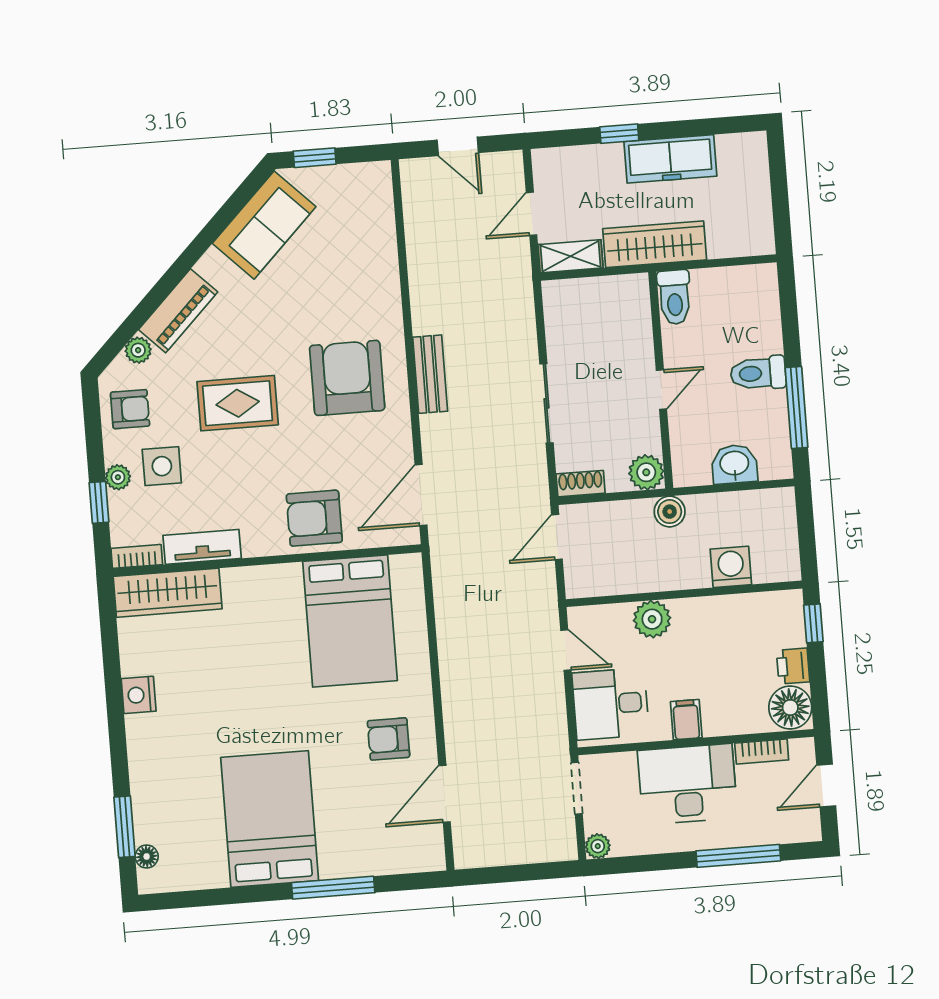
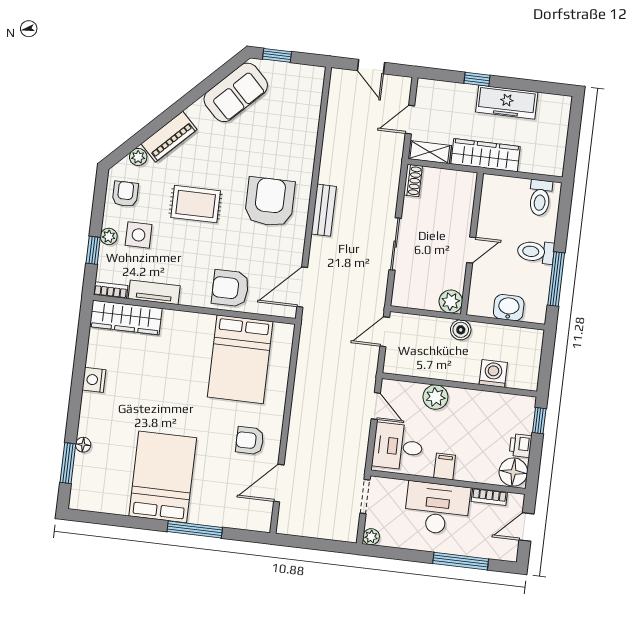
toilet: (674, 297) -> (540, 198), moved
armchair: (130, 409) -> (125, 194), turned -90
shoe rack: (581, 484) -> (413, 181), moved, turned 90
floor lamp: (147, 857) -> (83, 445), moved

